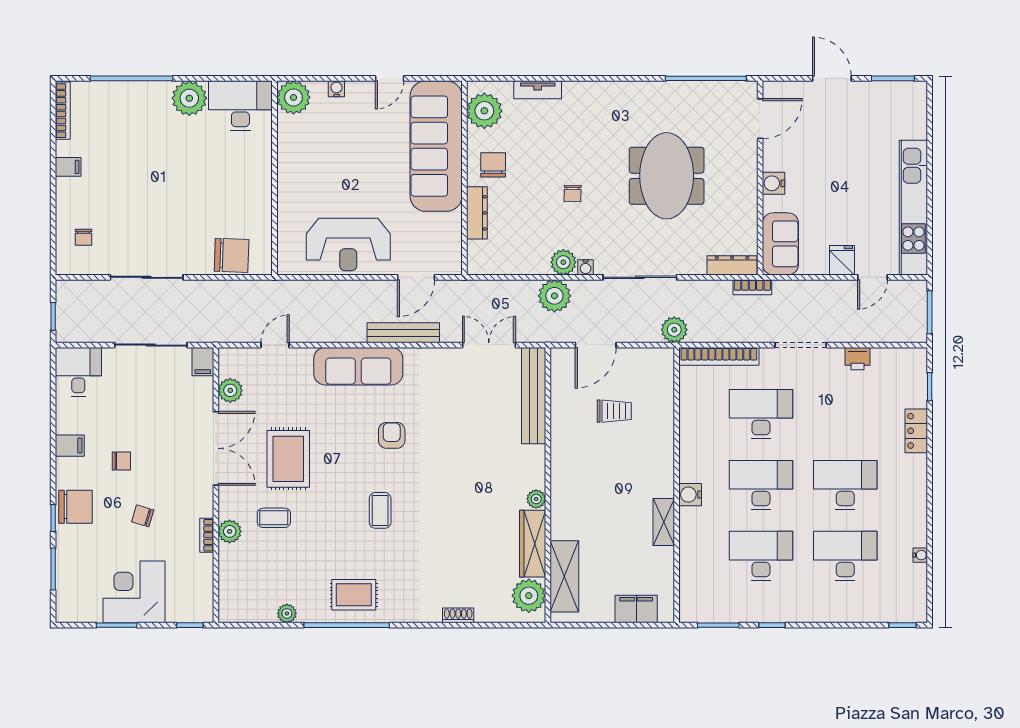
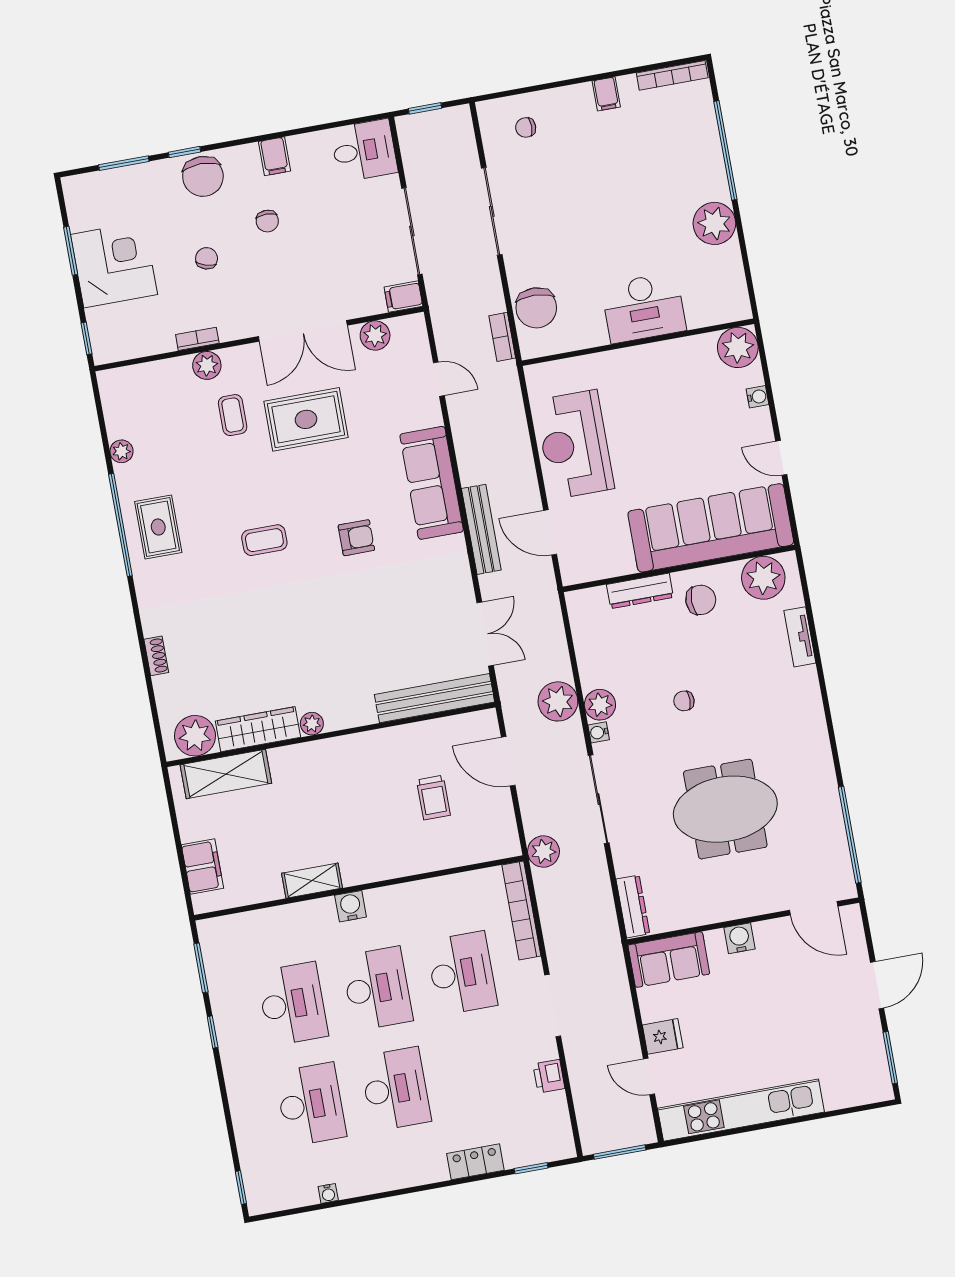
desk: (240, 106) -> (644, 308), moved, turned 90
bookcase: (752, 287) -> (502, 337), moved

